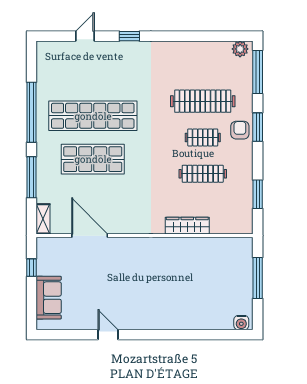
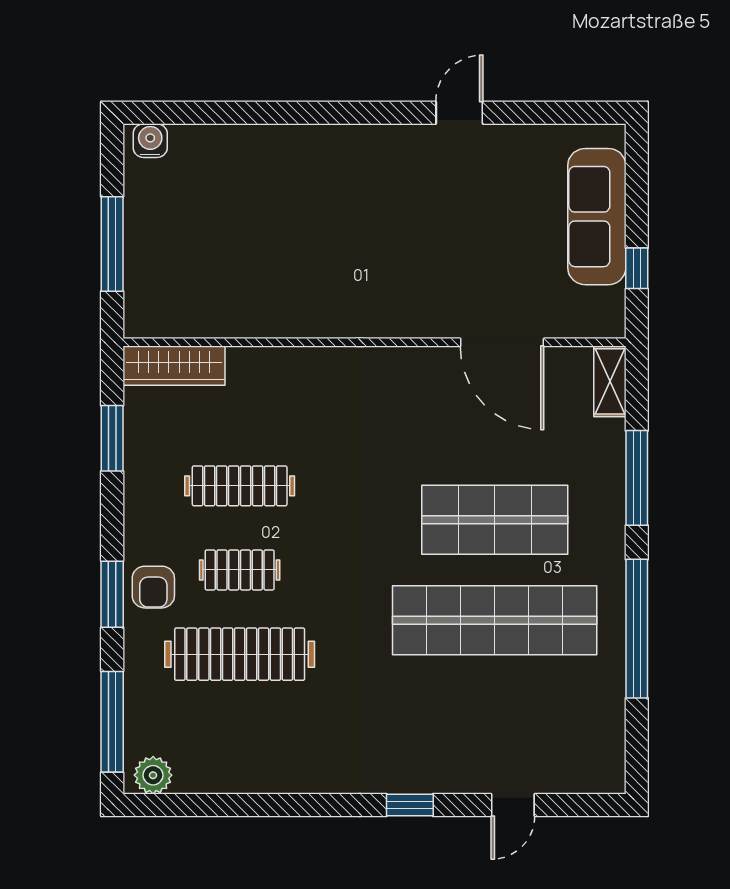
wardrobe: (187, 226) -> (174, 366), moved
sofa: (49, 298) -> (597, 217), width x1.36
door: (108, 335) -> (459, 113), swing flipped

